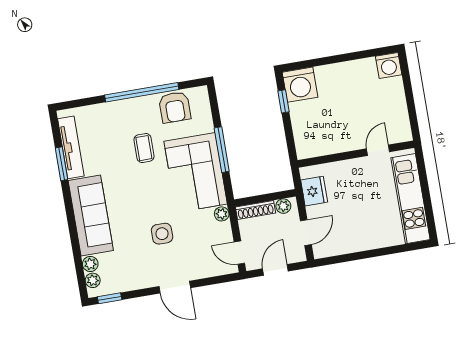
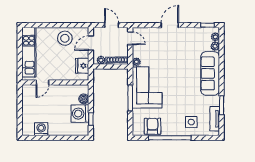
washing machine: (389, 65) -> (41, 129), moved
washing machine: (300, 85) -> (80, 114), moved, turned -90
boiler: (302, 134) -> (84, 99), added
tv unit: (71, 147) -> (215, 119), width x0.71
coffee table: (144, 148) -> (174, 106), removed
stool: (352, 233) -> (65, 38), added
side table: (162, 234) -> (191, 122), moved
door: (275, 270) -> (112, 25), swing flipped
door: (175, 287) -> (170, 25), hinge flipped

